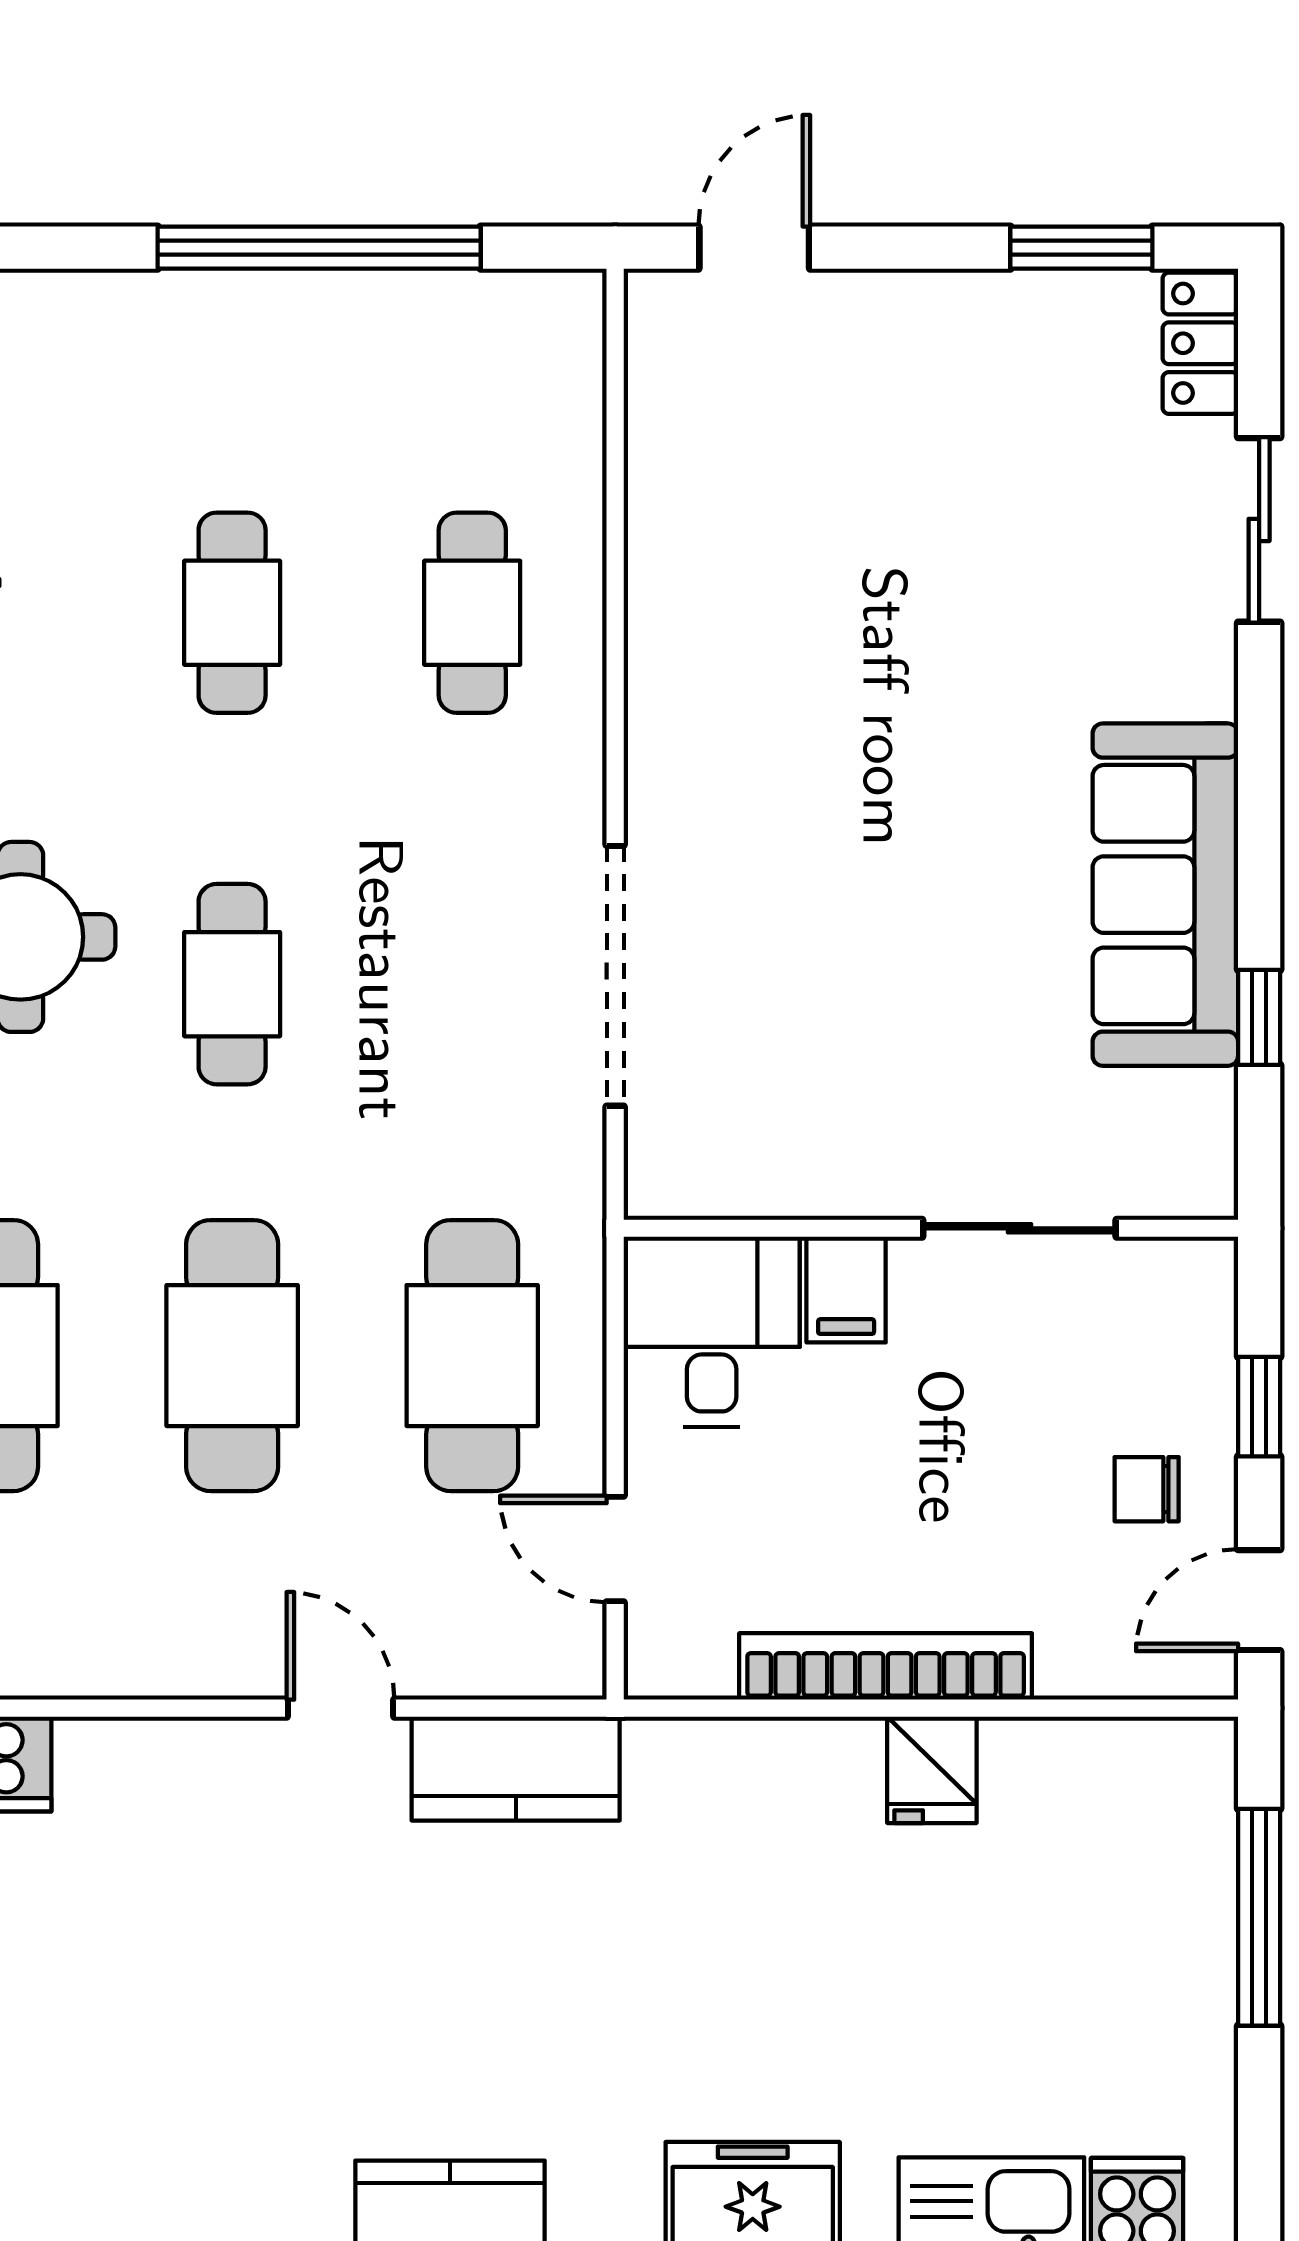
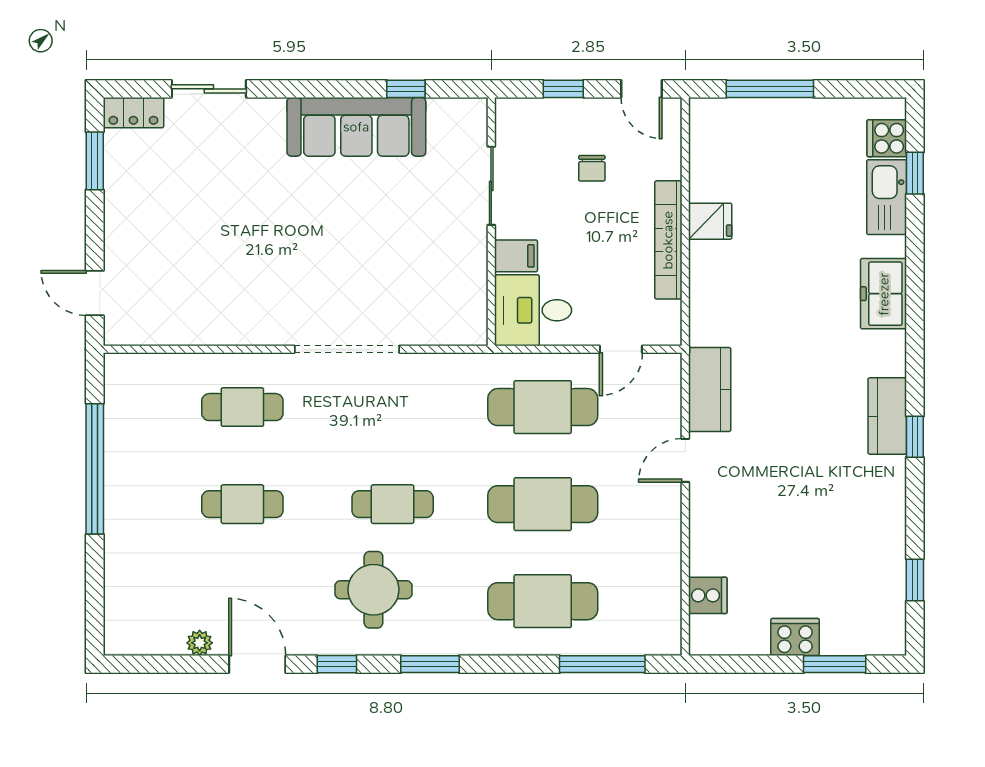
doorway: (615, 976) -> (347, 349), moved
chair: (1147, 1489) -> (592, 168), moved

